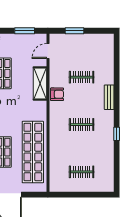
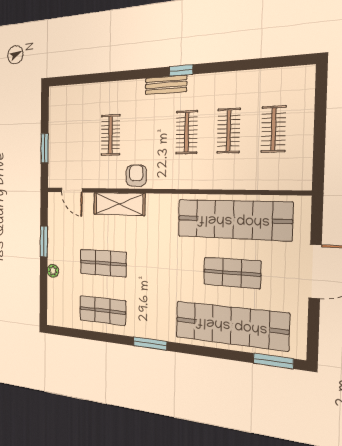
window: (25, 31) -> (44, 241), moved
bench: (109, 97) -> (166, 85), moved
window: (117, 134) -> (181, 70), moved
clothes rail: (82, 148) -> (229, 131), added

